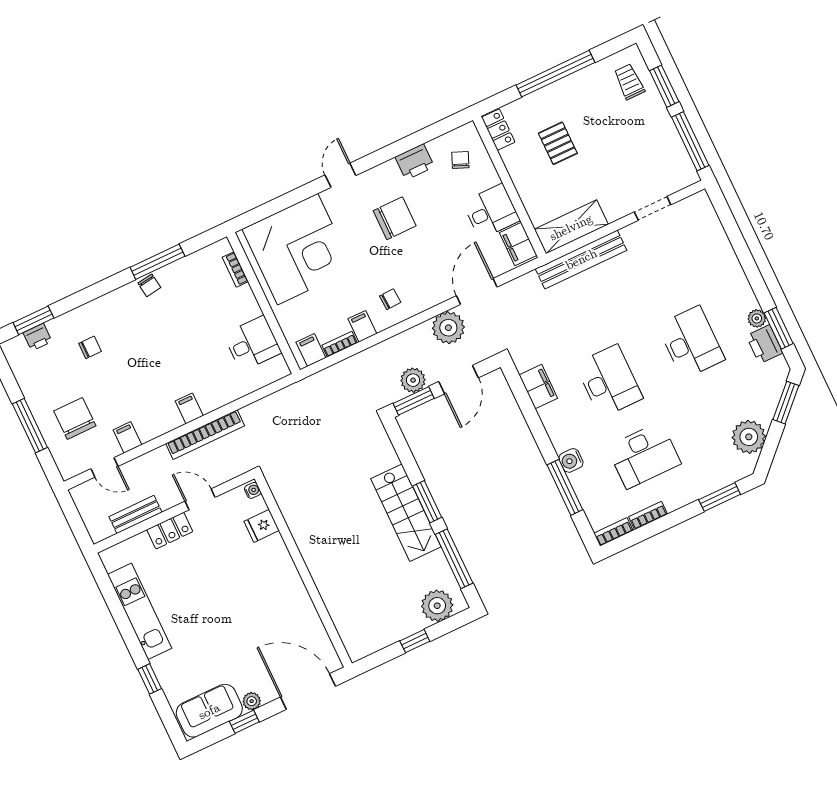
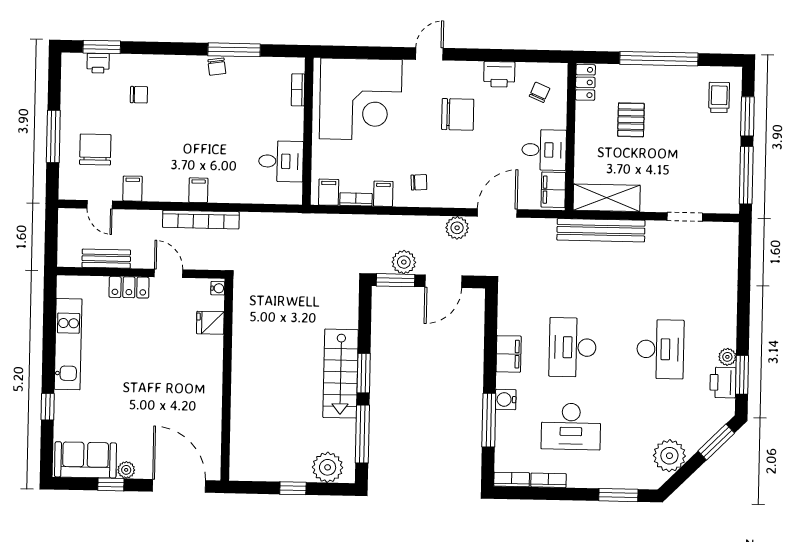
plant: (448, 328) -> (457, 228), width x0.73, depth x0.73
desk: (609, 381) -> (573, 347), turned 180
filing cabinet: (538, 387) -> (509, 354), moved

